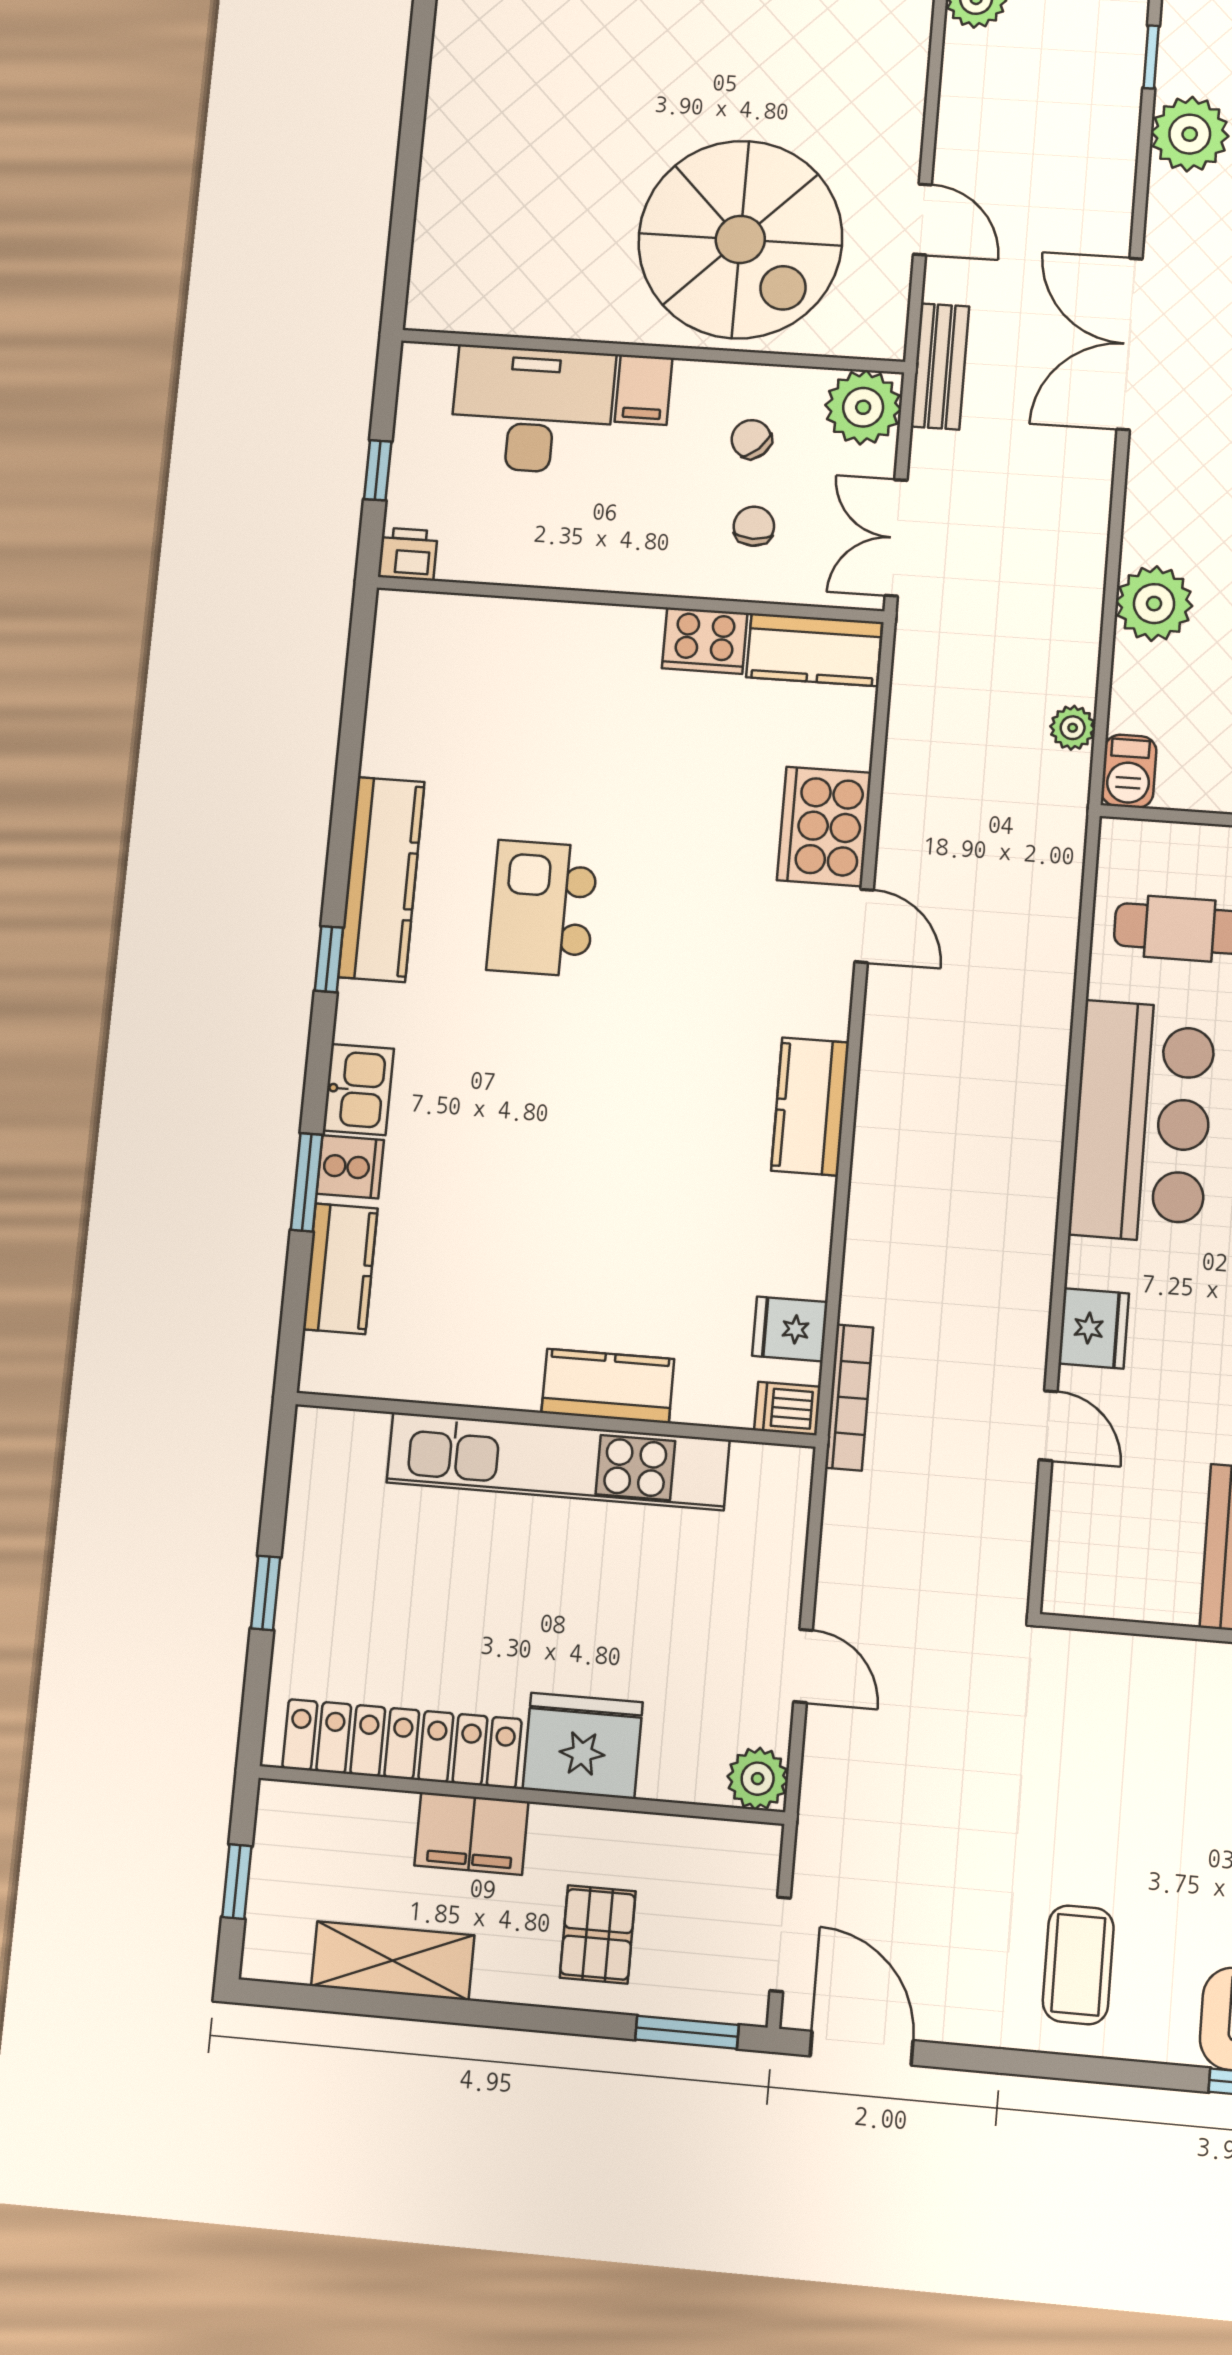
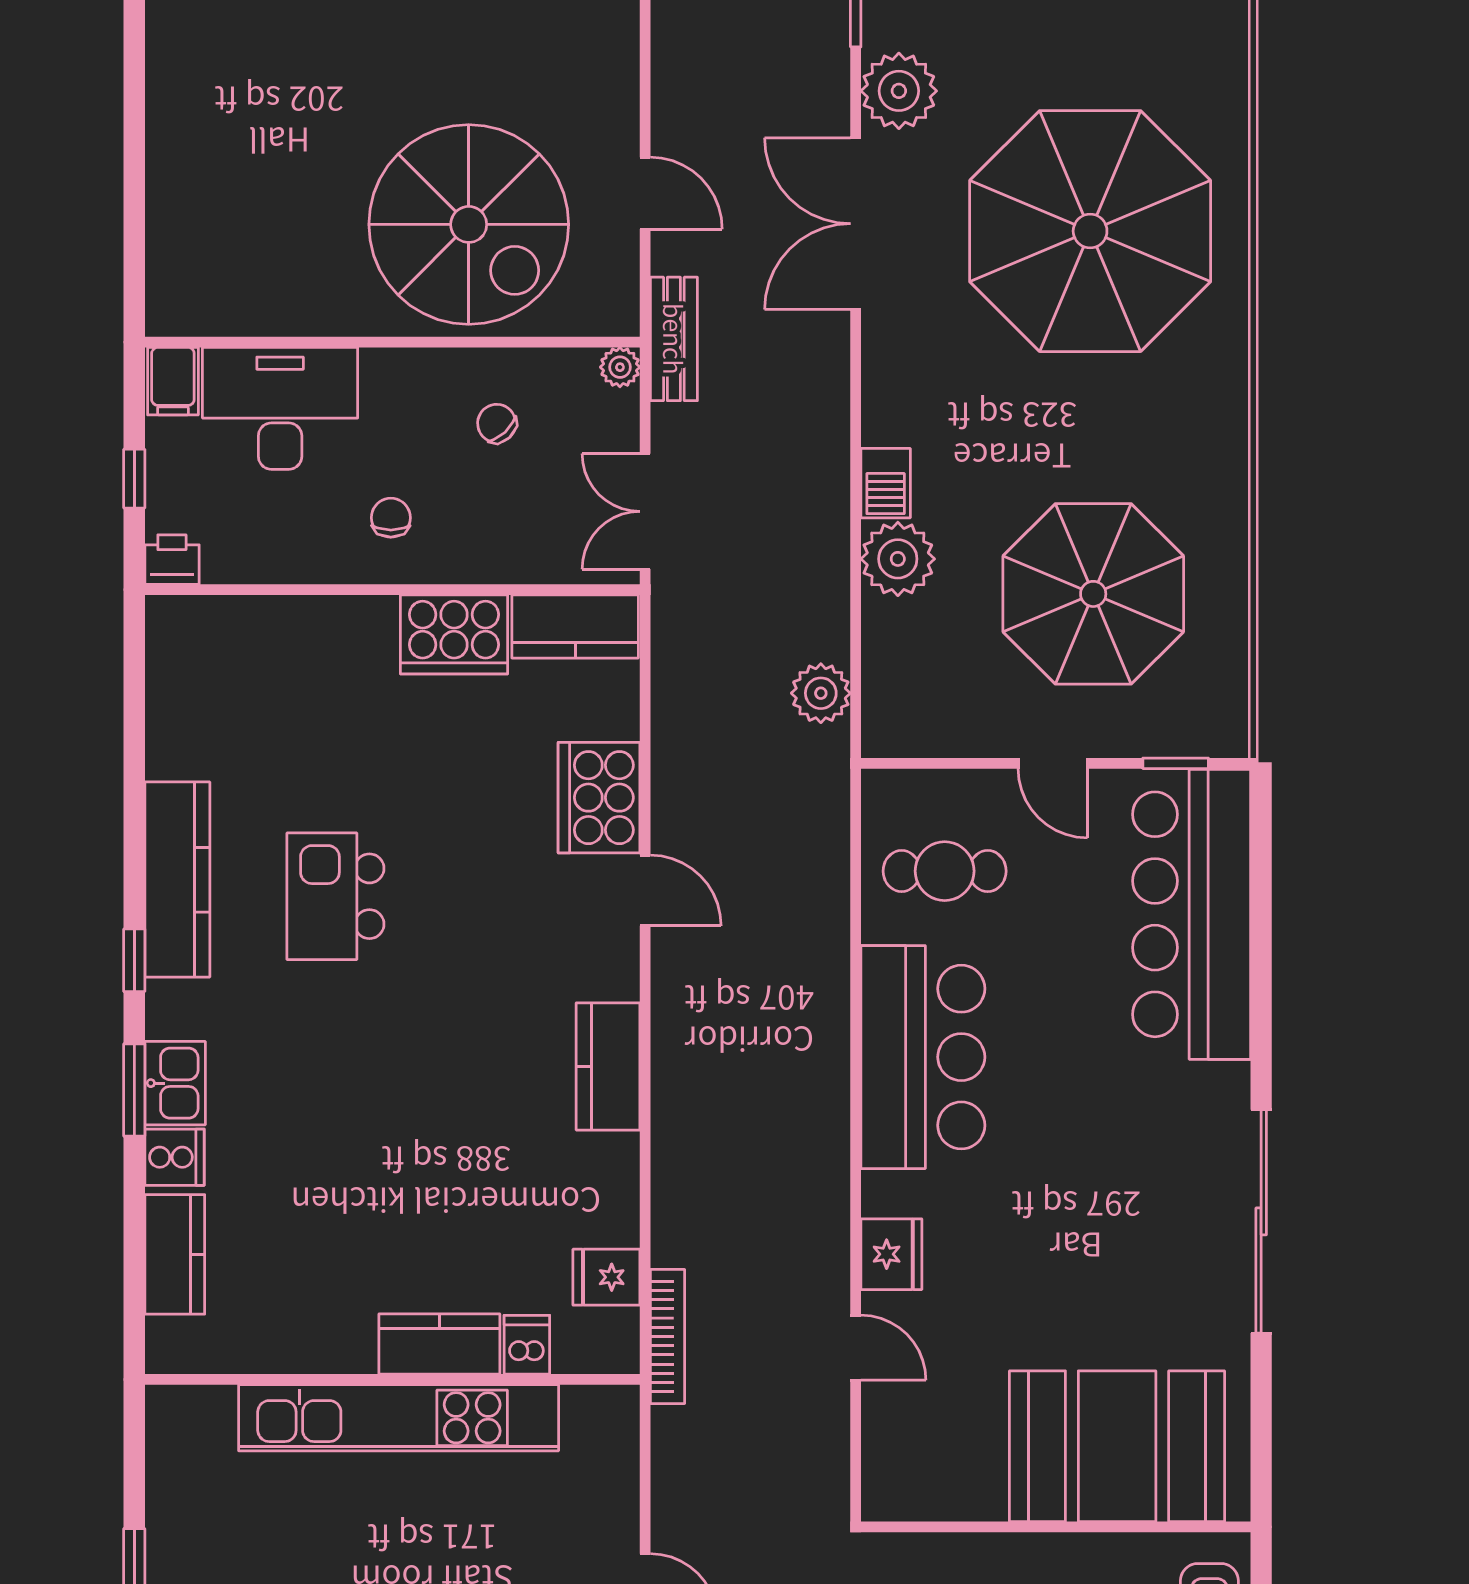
double door: (1130, 344) -> (856, 224), moved
filing cabinet: (644, 390) -> (173, 381), moved
plant: (863, 407) -> (620, 367), width x0.53, depth x0.53
chair: (754, 526) -> (391, 518), moved
cooker: (705, 641) -> (454, 634), width x1.37, depth x1.31
plant: (1073, 728) -> (821, 693), width x1.38, depth x1.38
barbecue: (1129, 771) -> (886, 483), moved
window: (307, 1182) -> (134, 1090), moved
dishwasher: (787, 1408) -> (527, 1345), moved, turned 90

